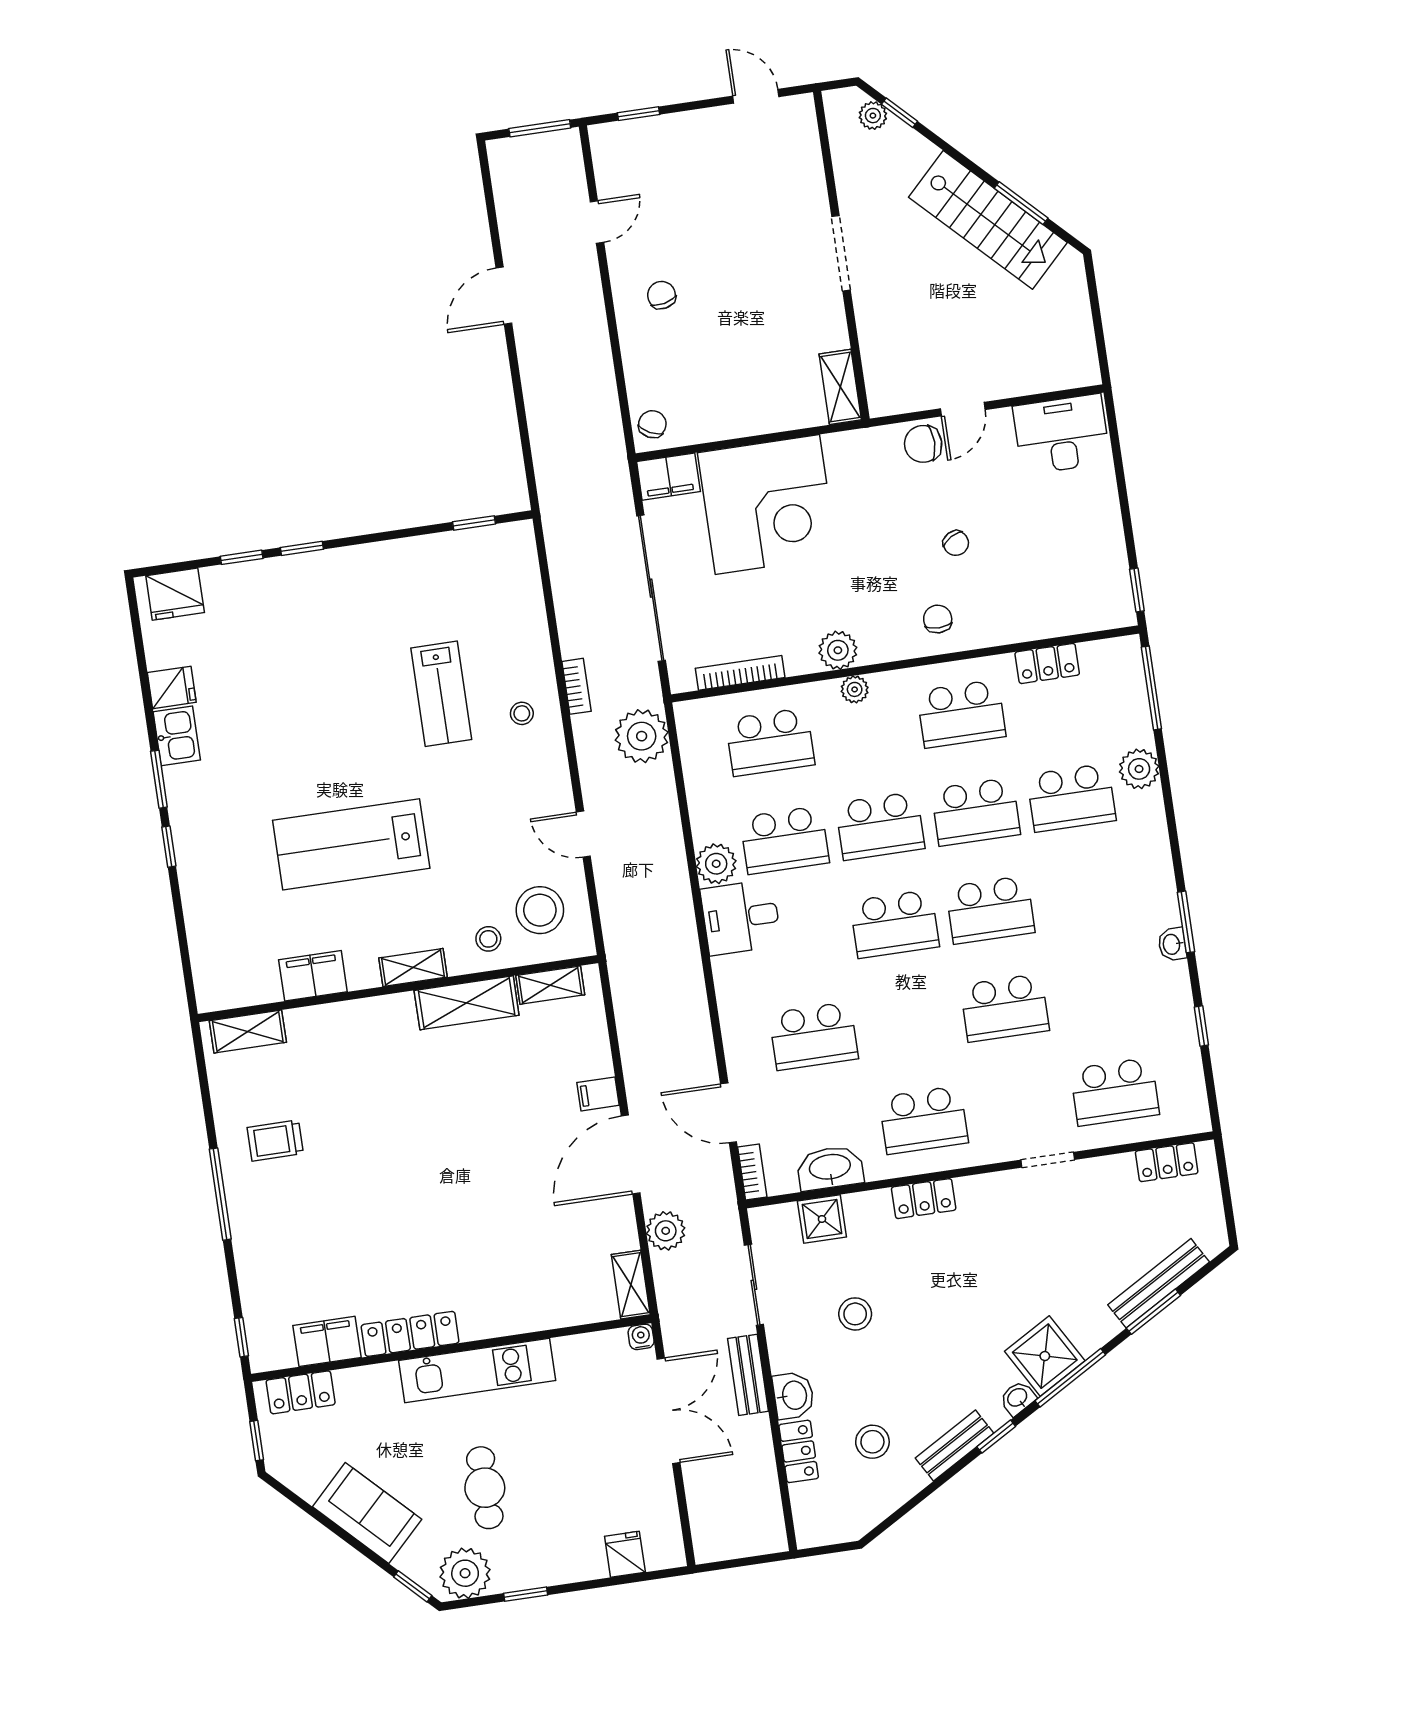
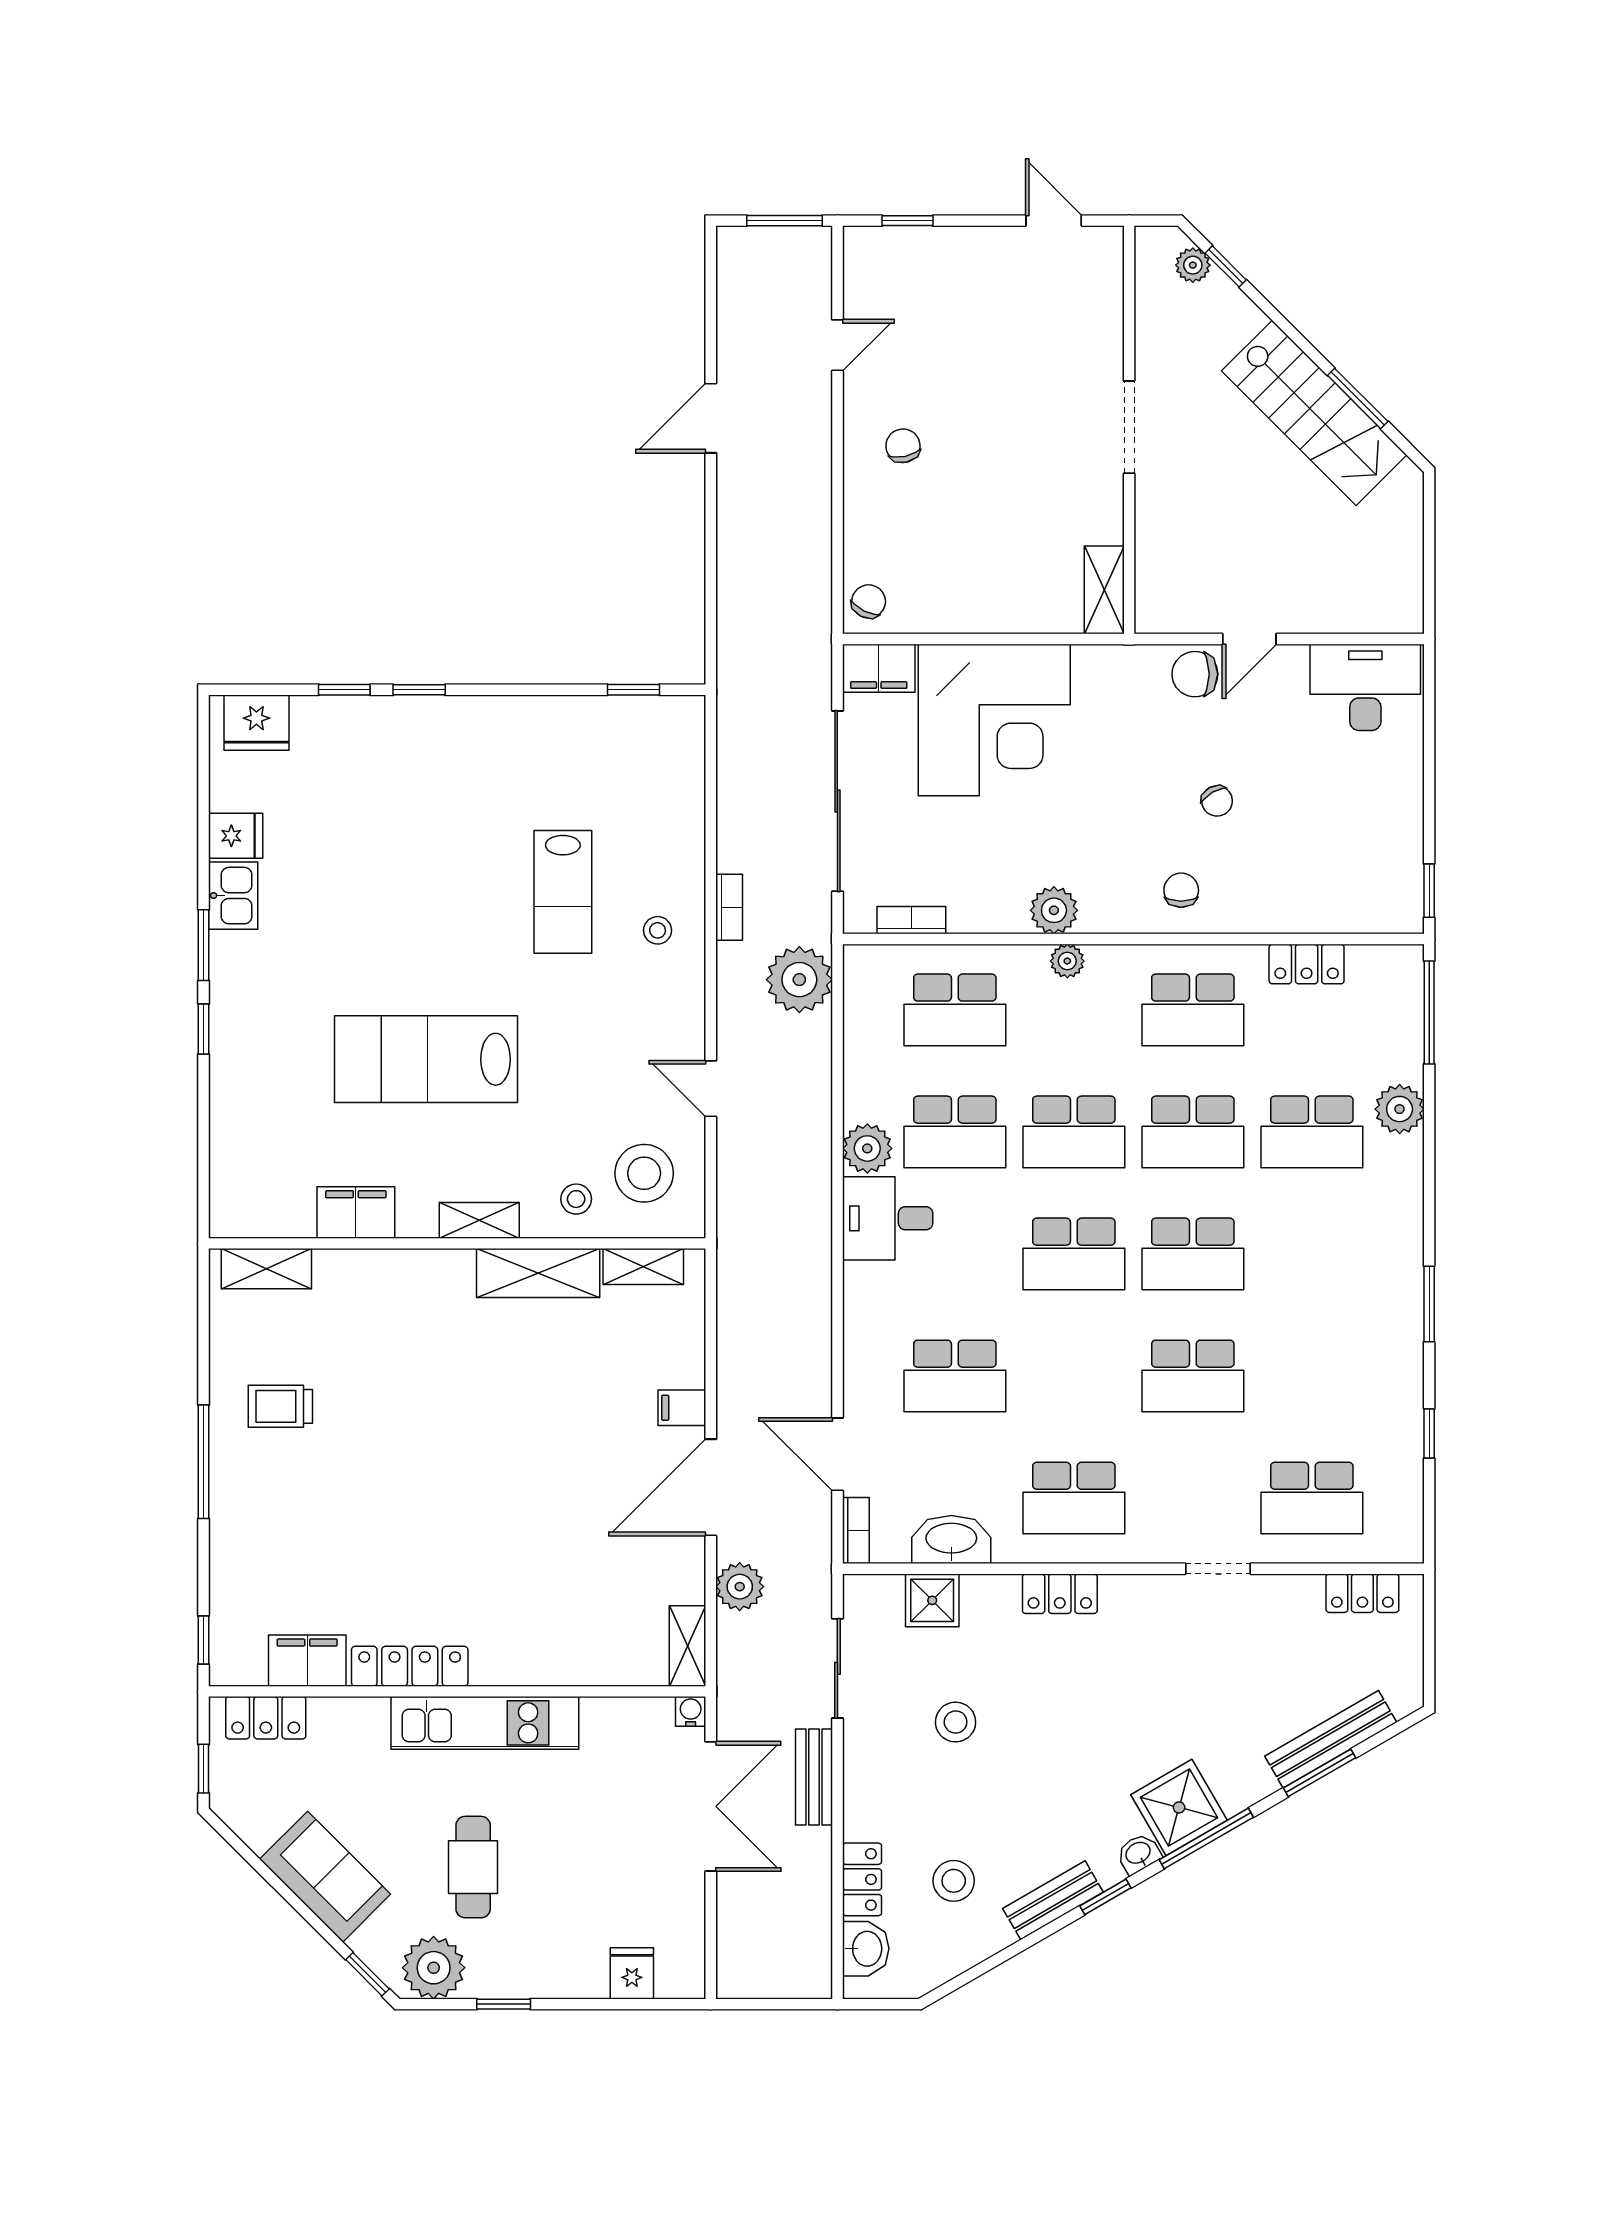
bookcase: (740, 673) -> (911, 920), width x0.64
washbasin: (1172, 944) -> (1408, 1329), removed
washbasin: (793, 1395) -> (866, 1949), moved

